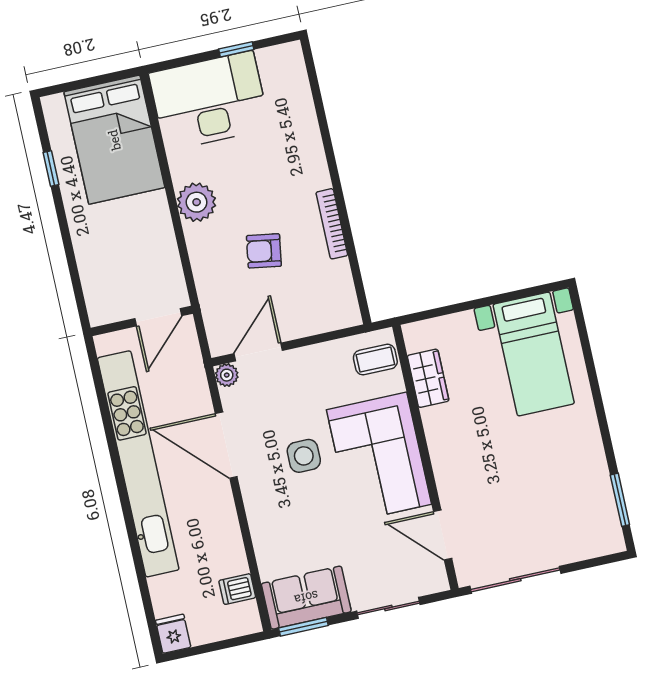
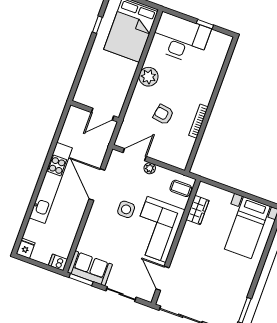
plant: (227, 375) -> (150, 168), moved
kitchen unit: (138, 464) -> (51, 183), width x0.73
dishwasher: (237, 589) -> (58, 262), moved

